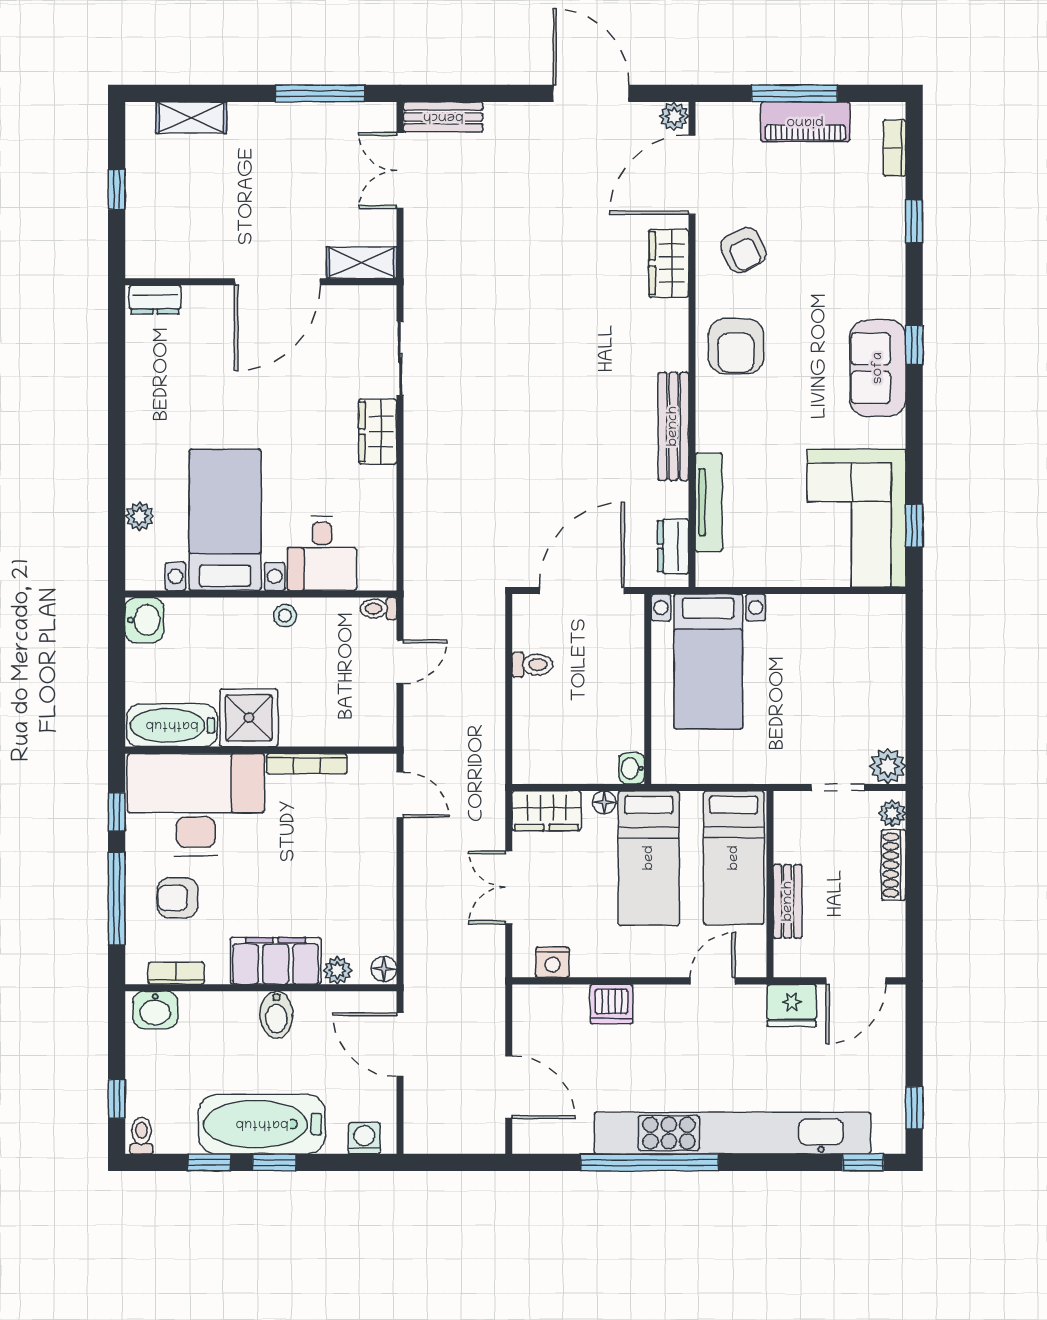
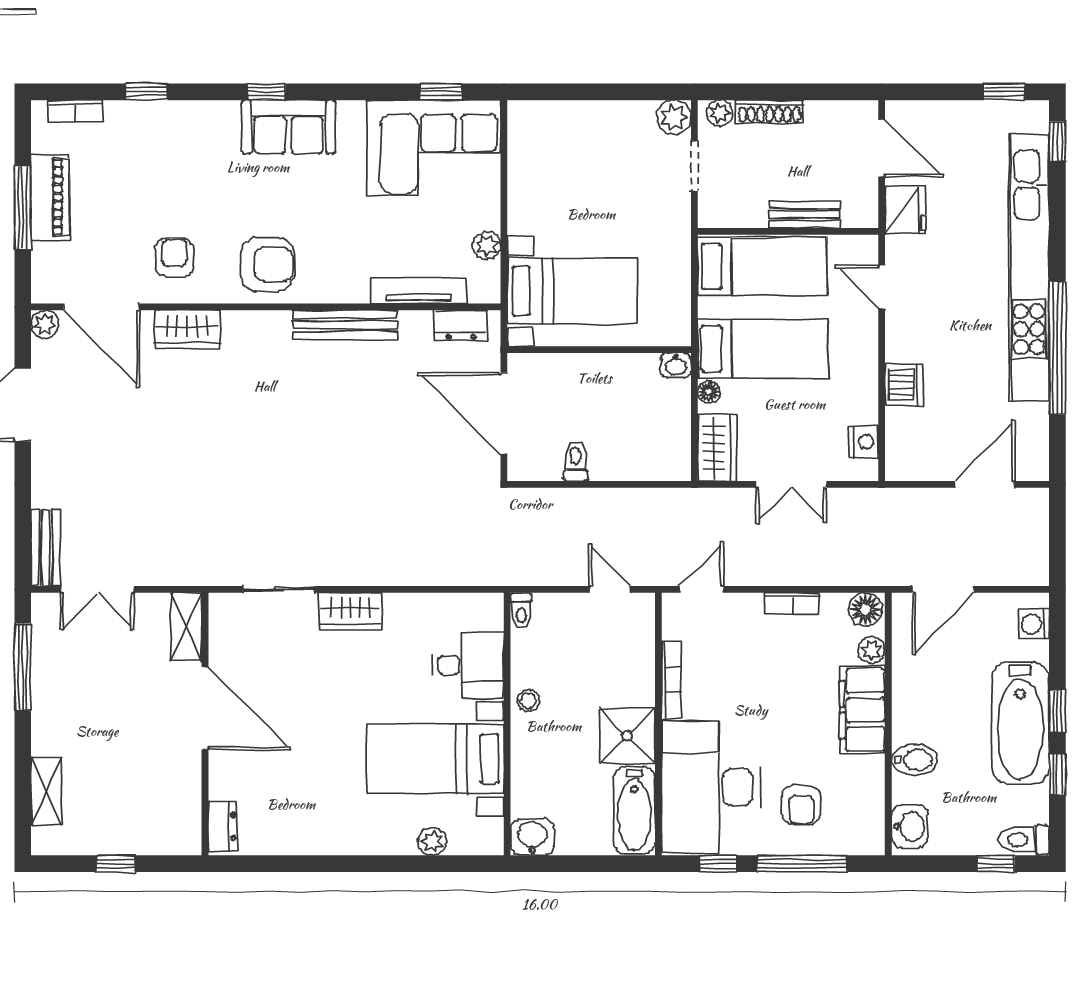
armchair: (743, 250) -> (174, 257), turned -64
plant: (755, 573) -> (487, 245), added
door: (400, 662) -> (610, 589), moved
floor lamp: (384, 969) -> (865, 610), width x1.37, depth x1.37
bookcase: (176, 973) -> (792, 604), moved, turned -90
bidet: (276, 1015) -> (914, 760), moved
toilet: (141, 1135) -> (1024, 840), width x1.37, depth x1.39

